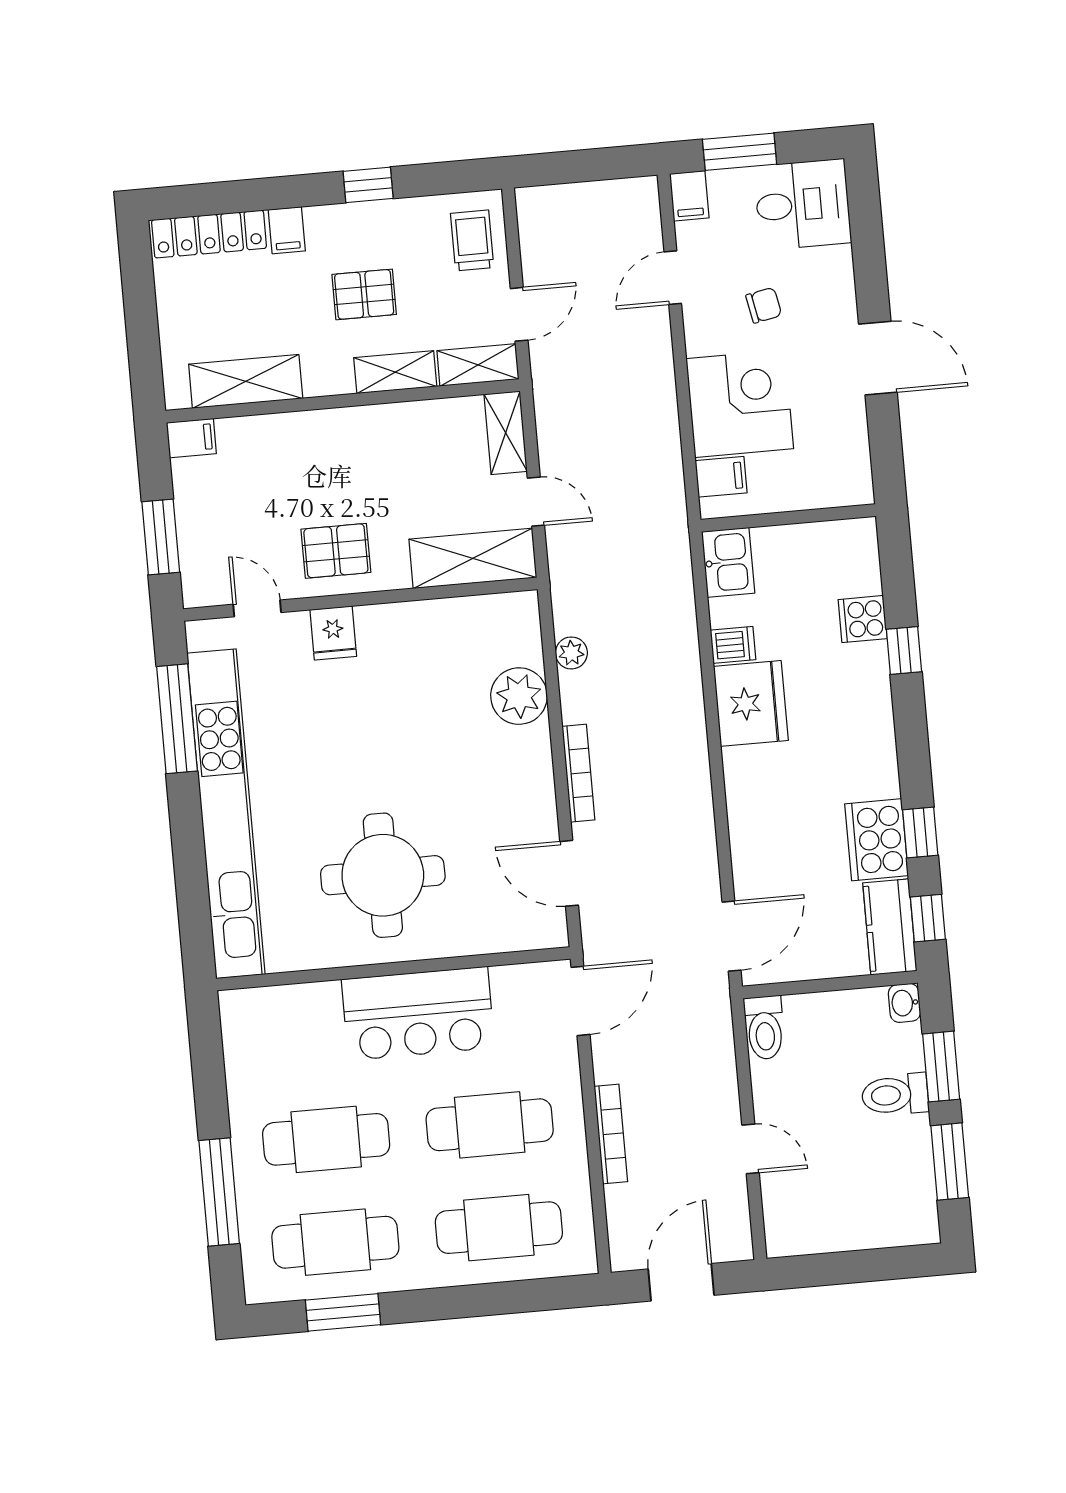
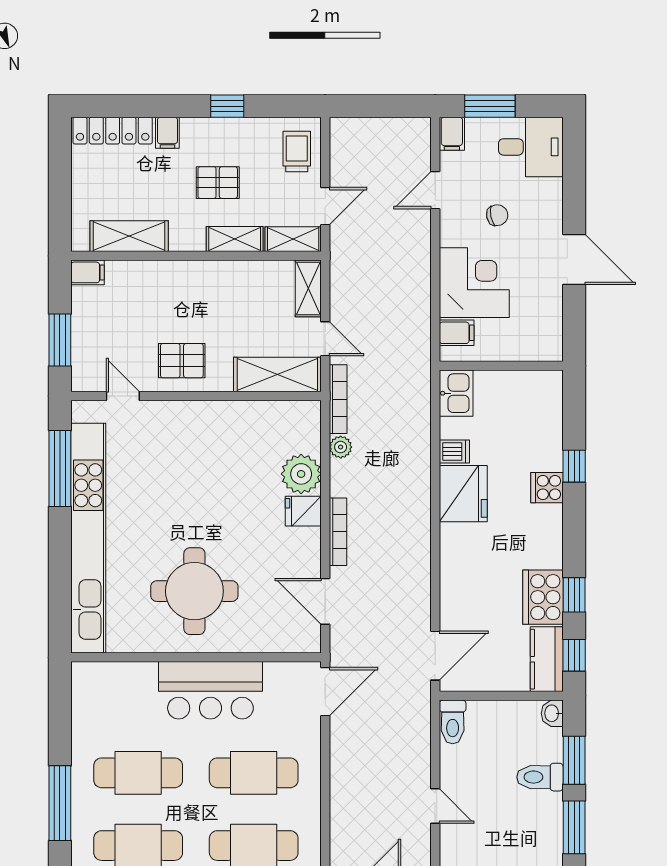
cooker: (863, 619) -> (547, 488), moved
fridge: (333, 633) -> (303, 511), moved, turned 90
bookcase: (611, 1134) -> (338, 399), moved

